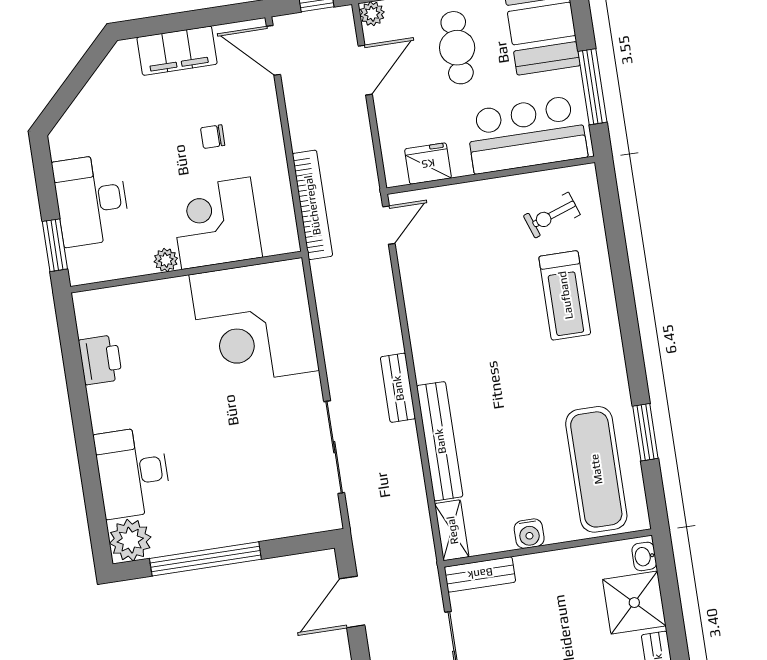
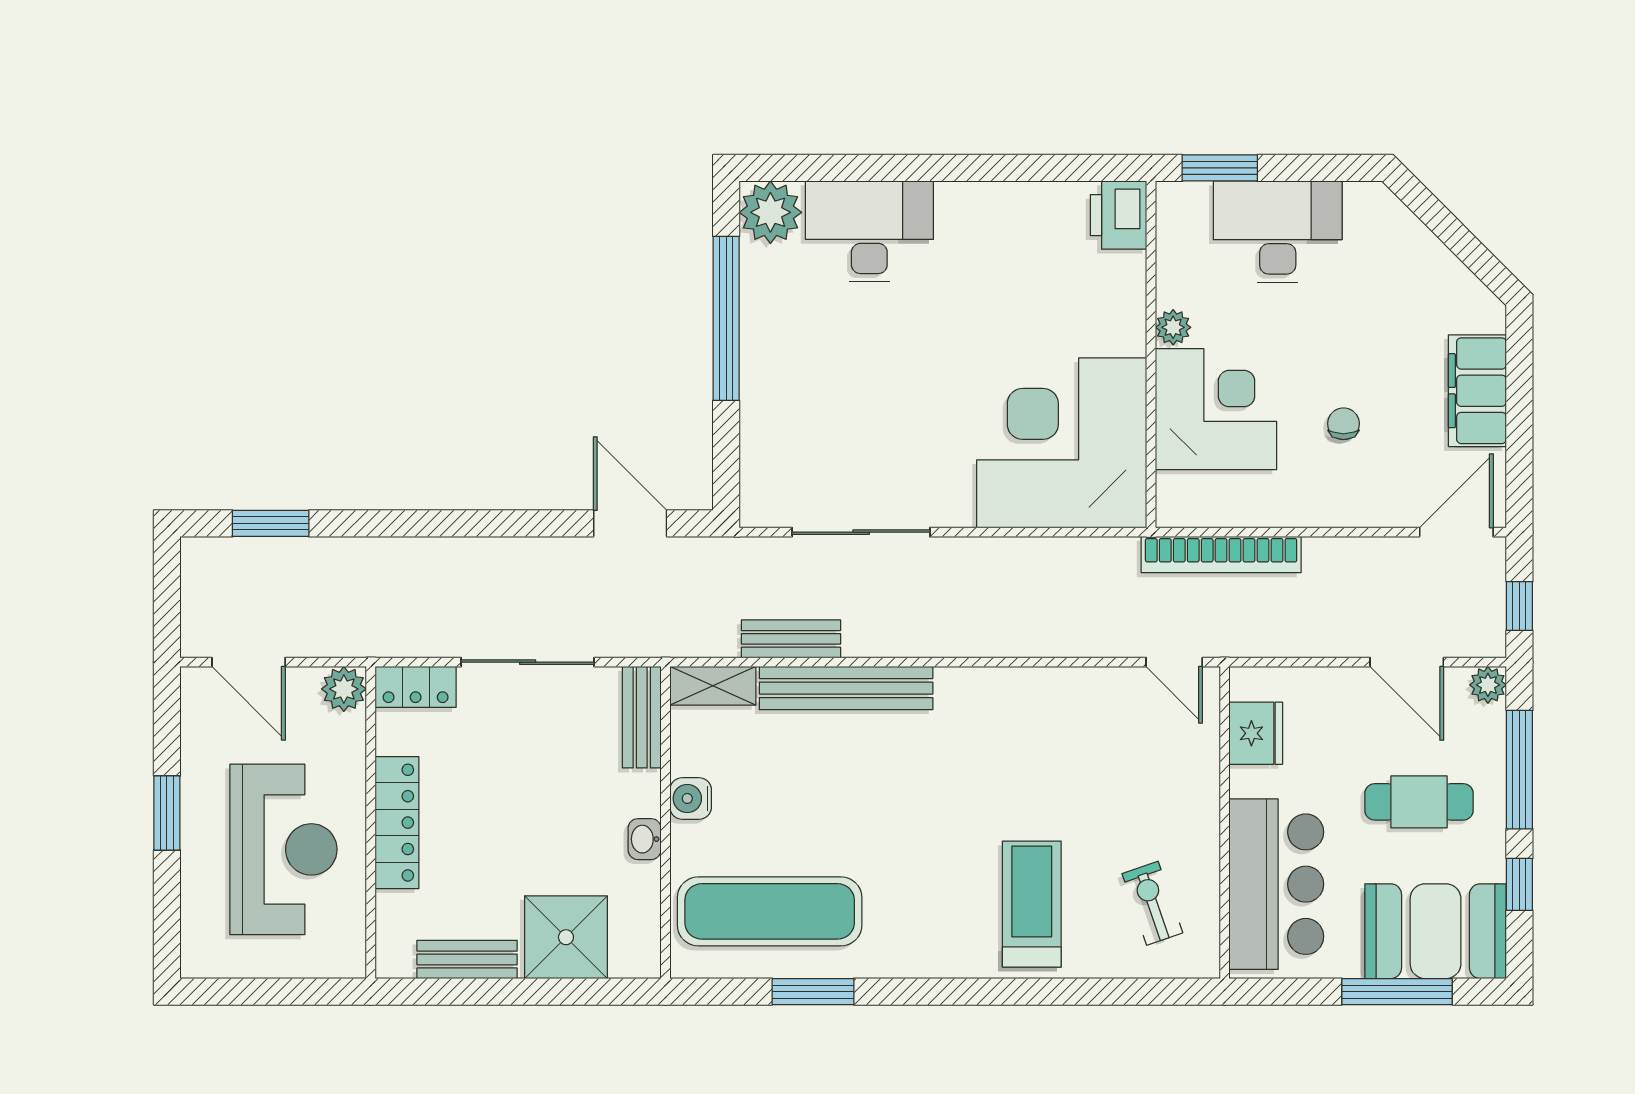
window: (592, 87) -> (1397, 992), moved
treadmill: (565, 295) -> (1032, 904), turned 90
printer: (100, 360) -> (1118, 215), moved, turned 90
bench: (398, 388) -> (791, 639), moved
washbasin: (644, 556) -> (645, 839), moved, turned -90

